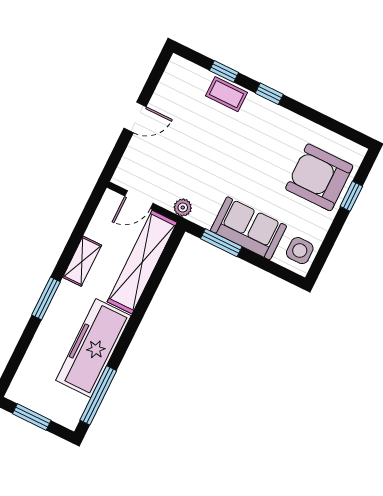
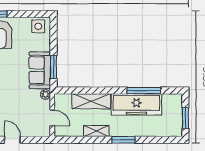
sofa: (248, 228) -> (40, 70), moved
shelving: (142, 262) -> (91, 101), width x0.68
window: (98, 395) -> (144, 90), moved

